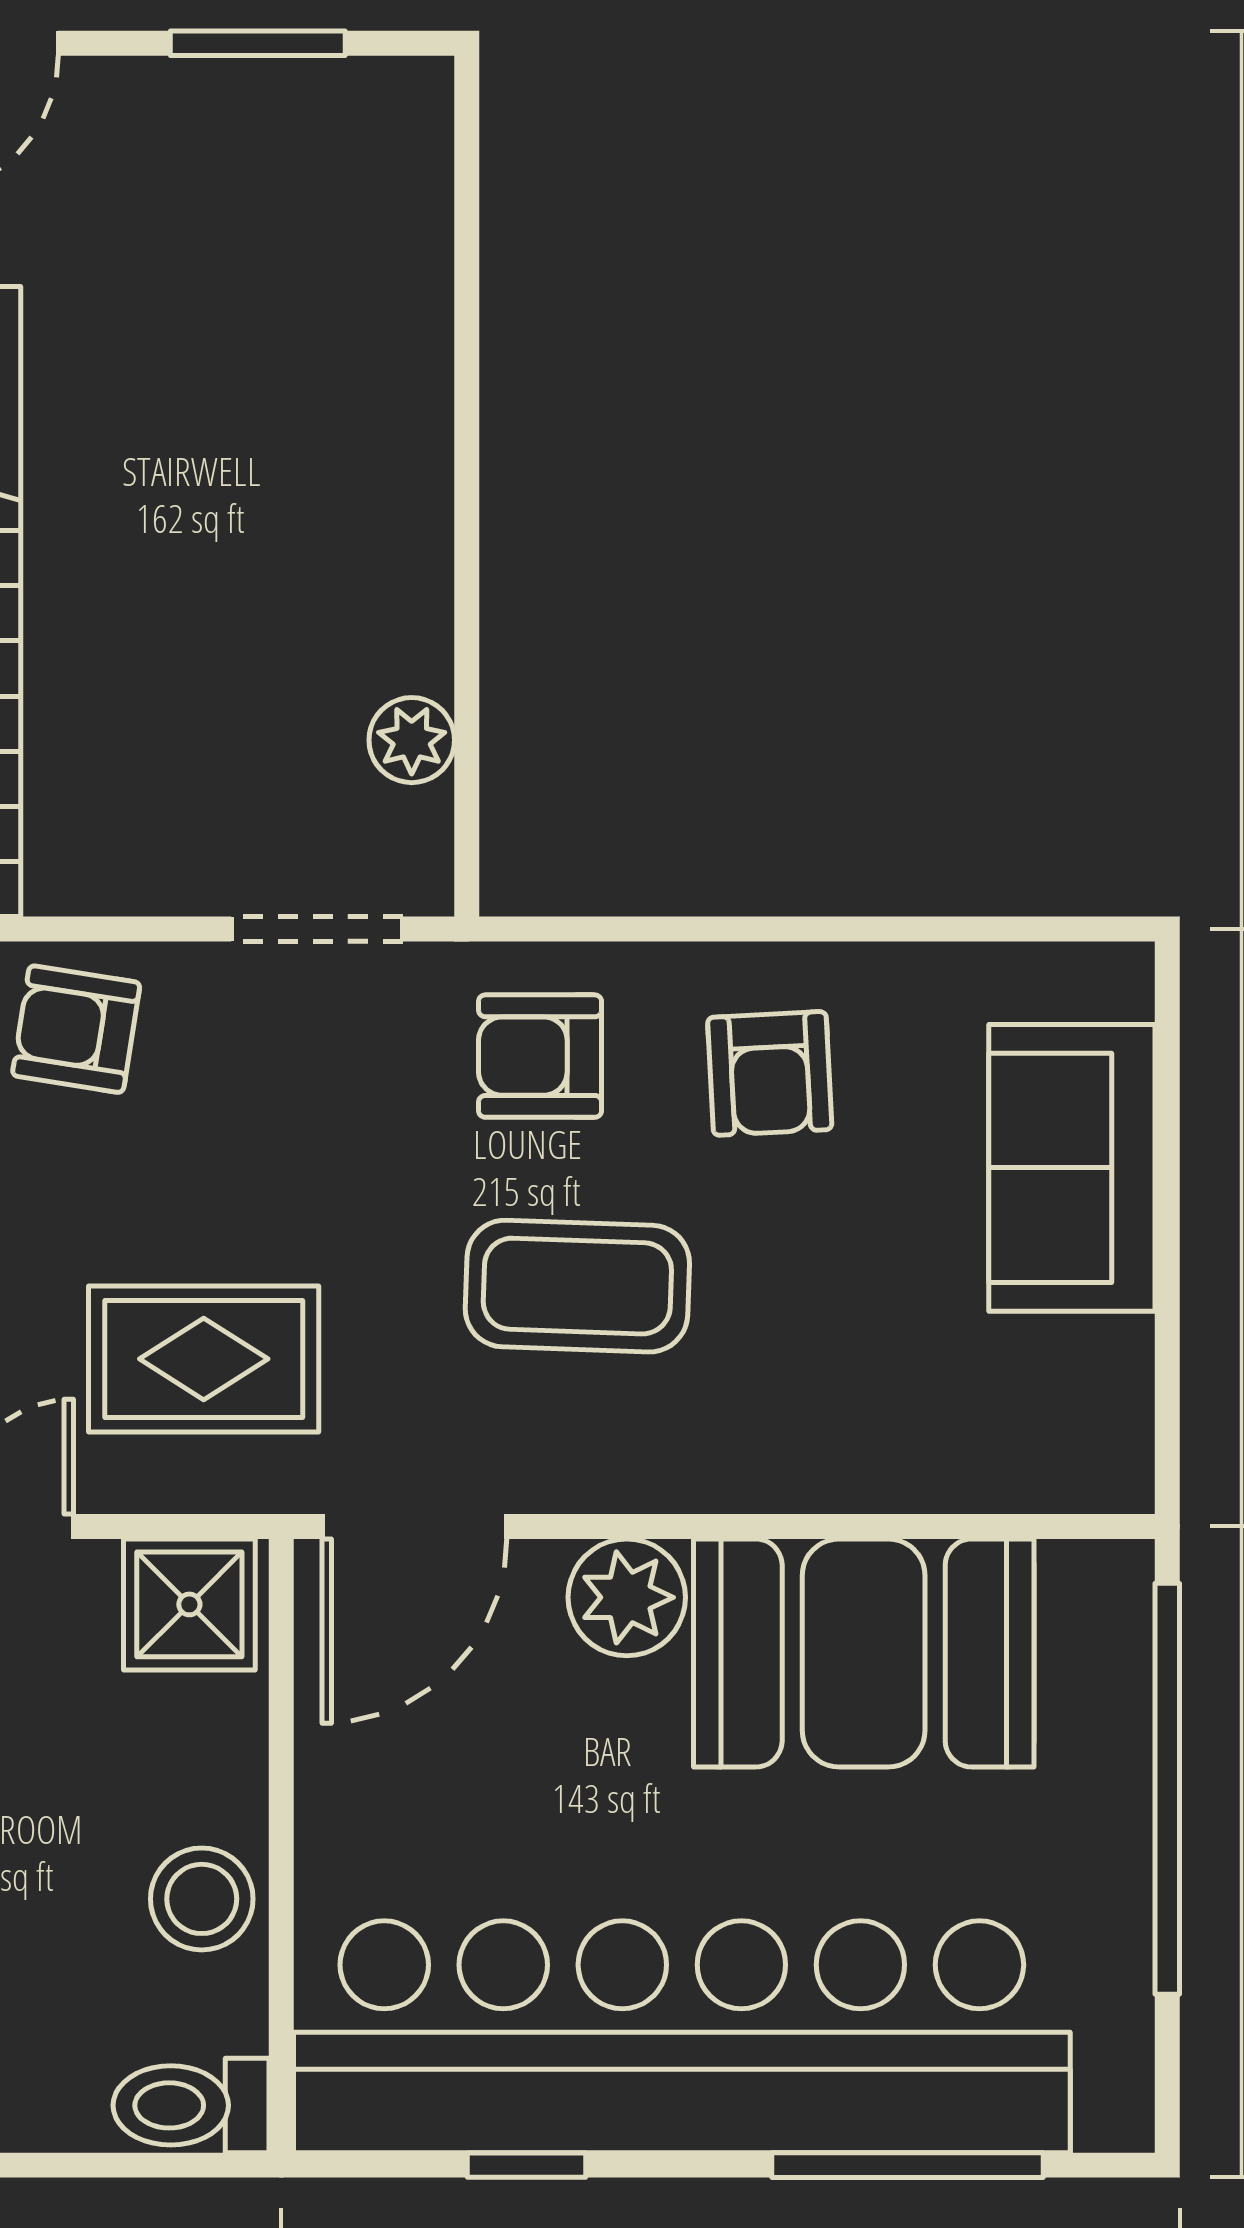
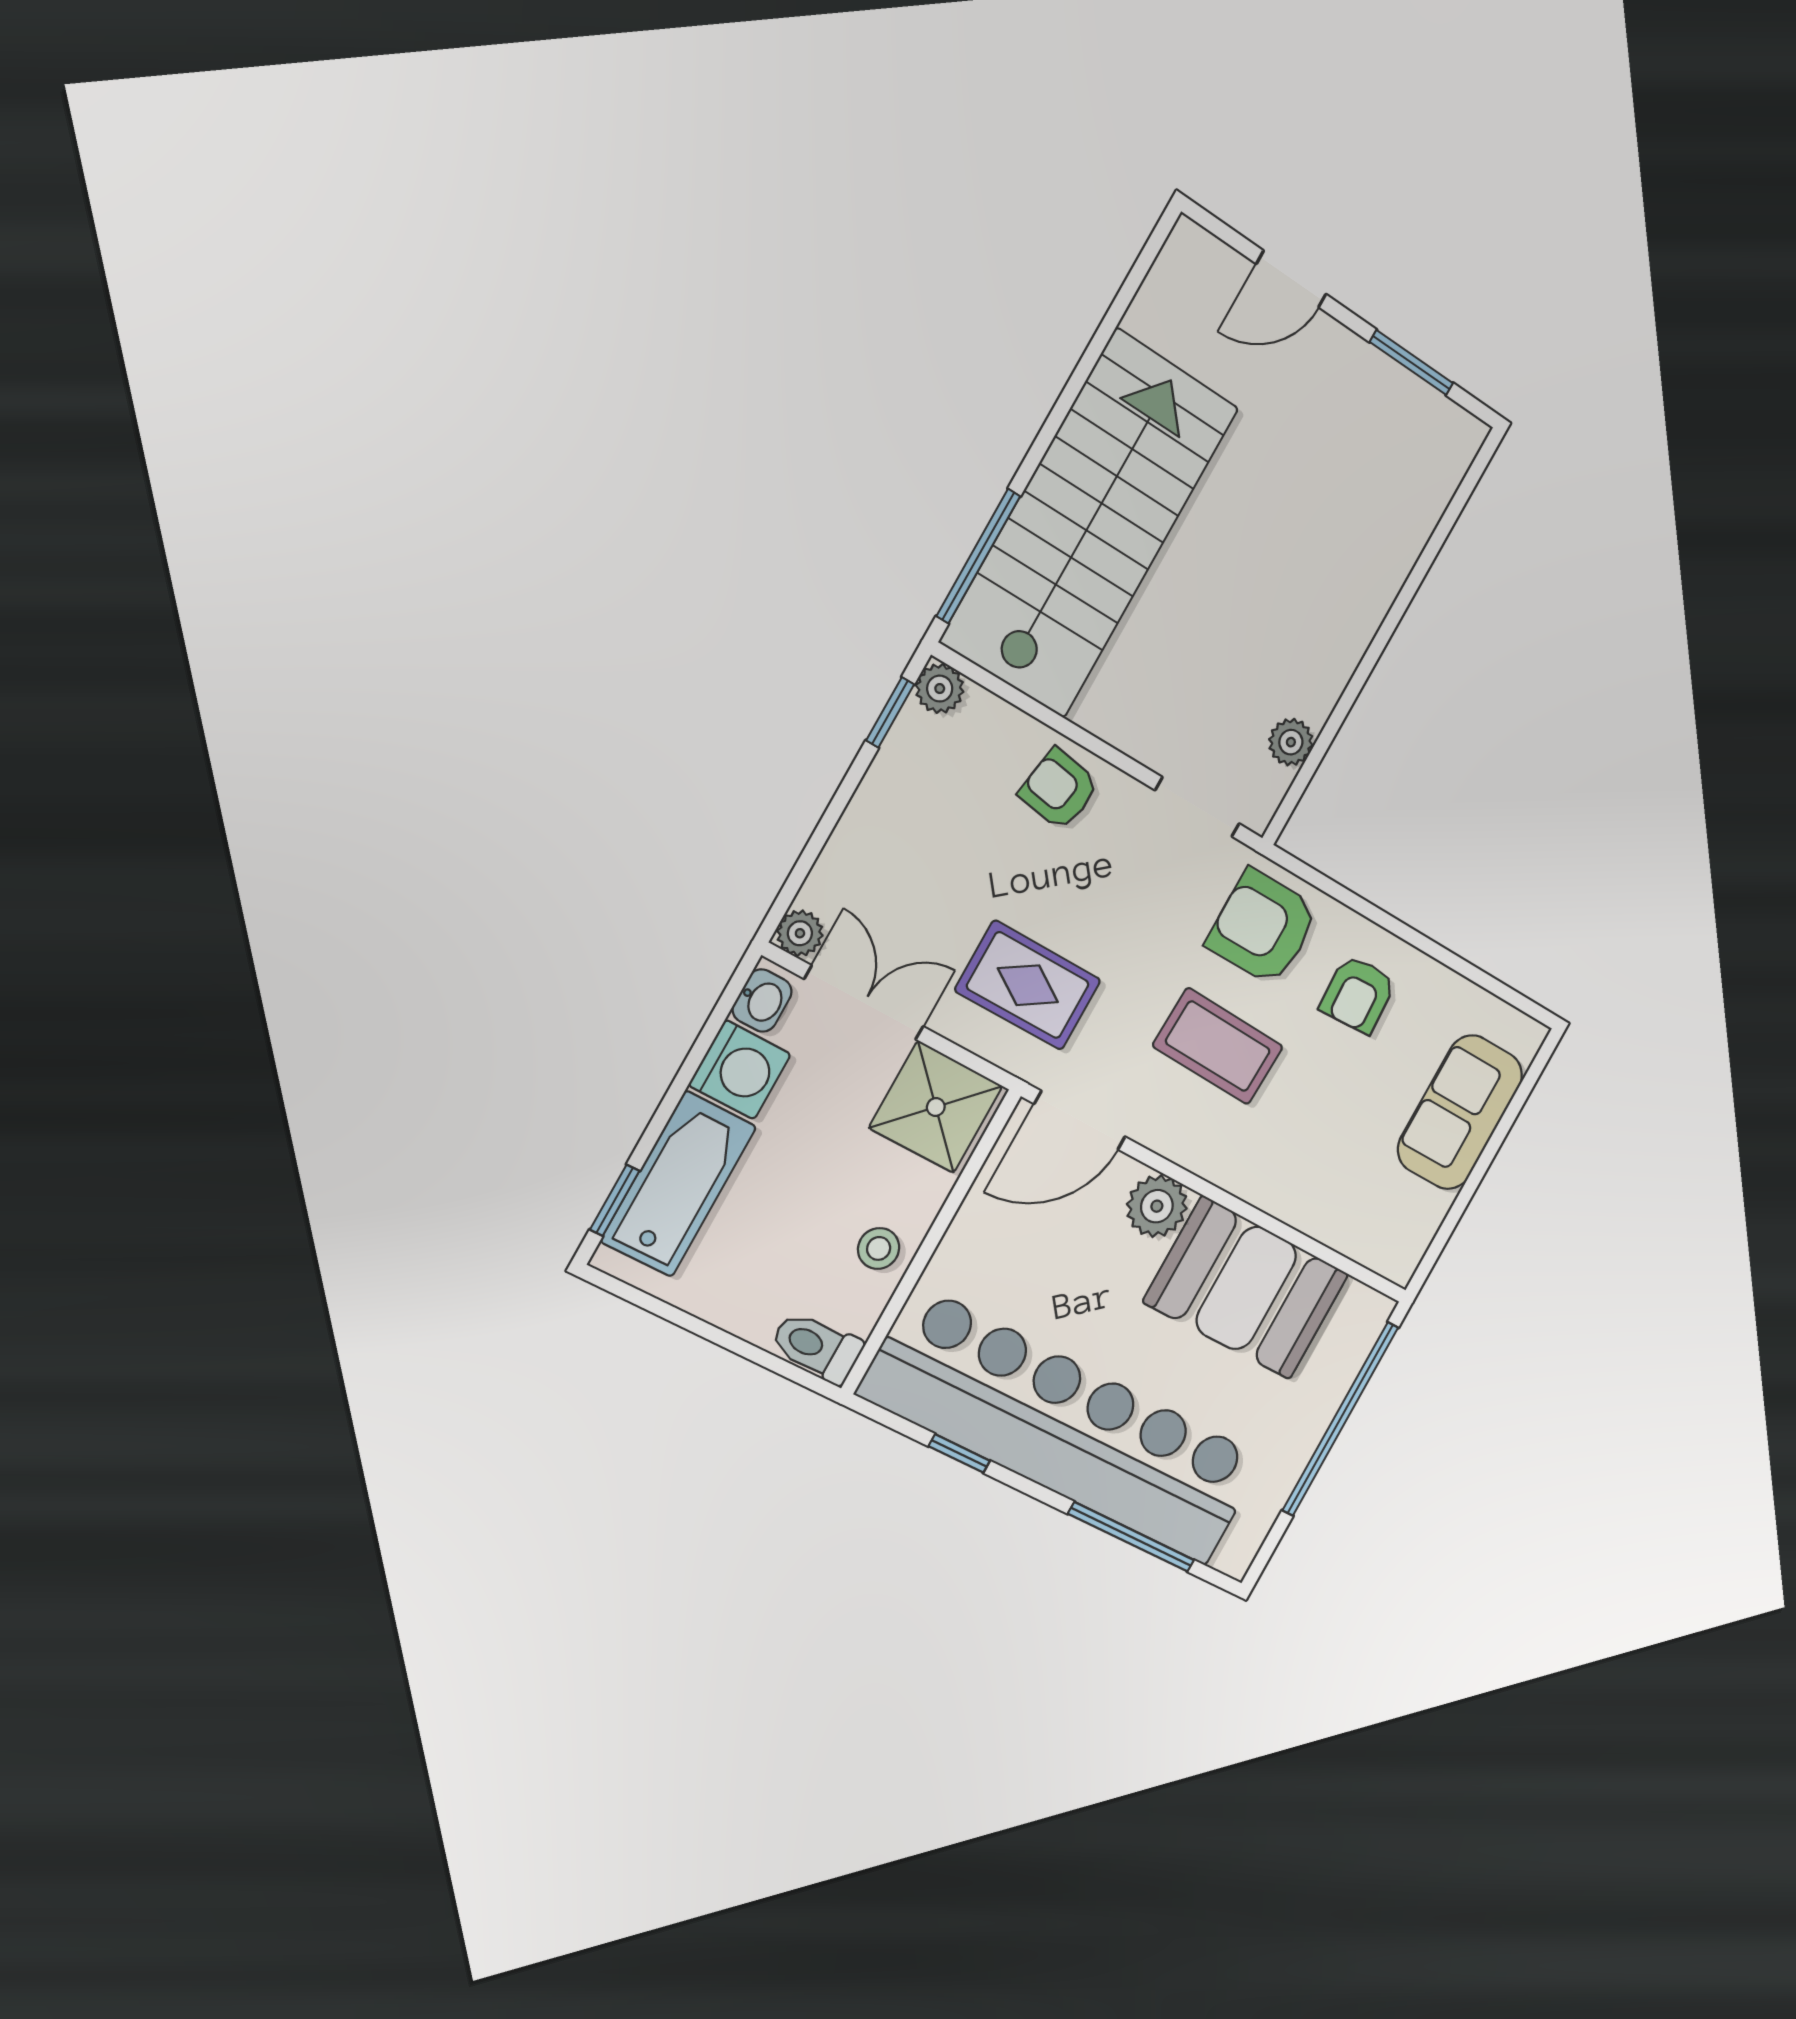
armchair: (540, 1056) -> (1263, 927), width x1.38, depth x1.38
shower: (189, 1604) -> (936, 1107), width x1.36, depth x1.36
stool: (202, 1899) -> (879, 1248), width x0.73, depth x0.73

